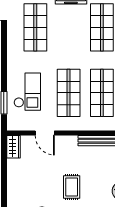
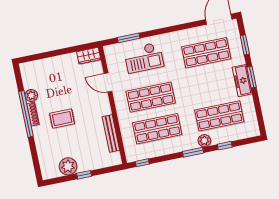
door: (45, 133) -> (108, 82), hinge flipped

